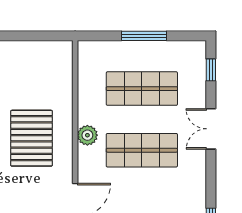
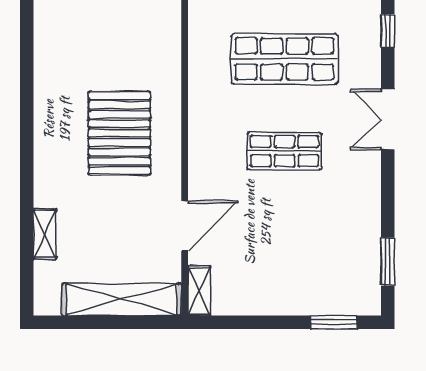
plant: (87, 135) -> (203, 129), removed
shop shelf: (142, 150) -> (284, 151), width x0.70, depth x0.74

